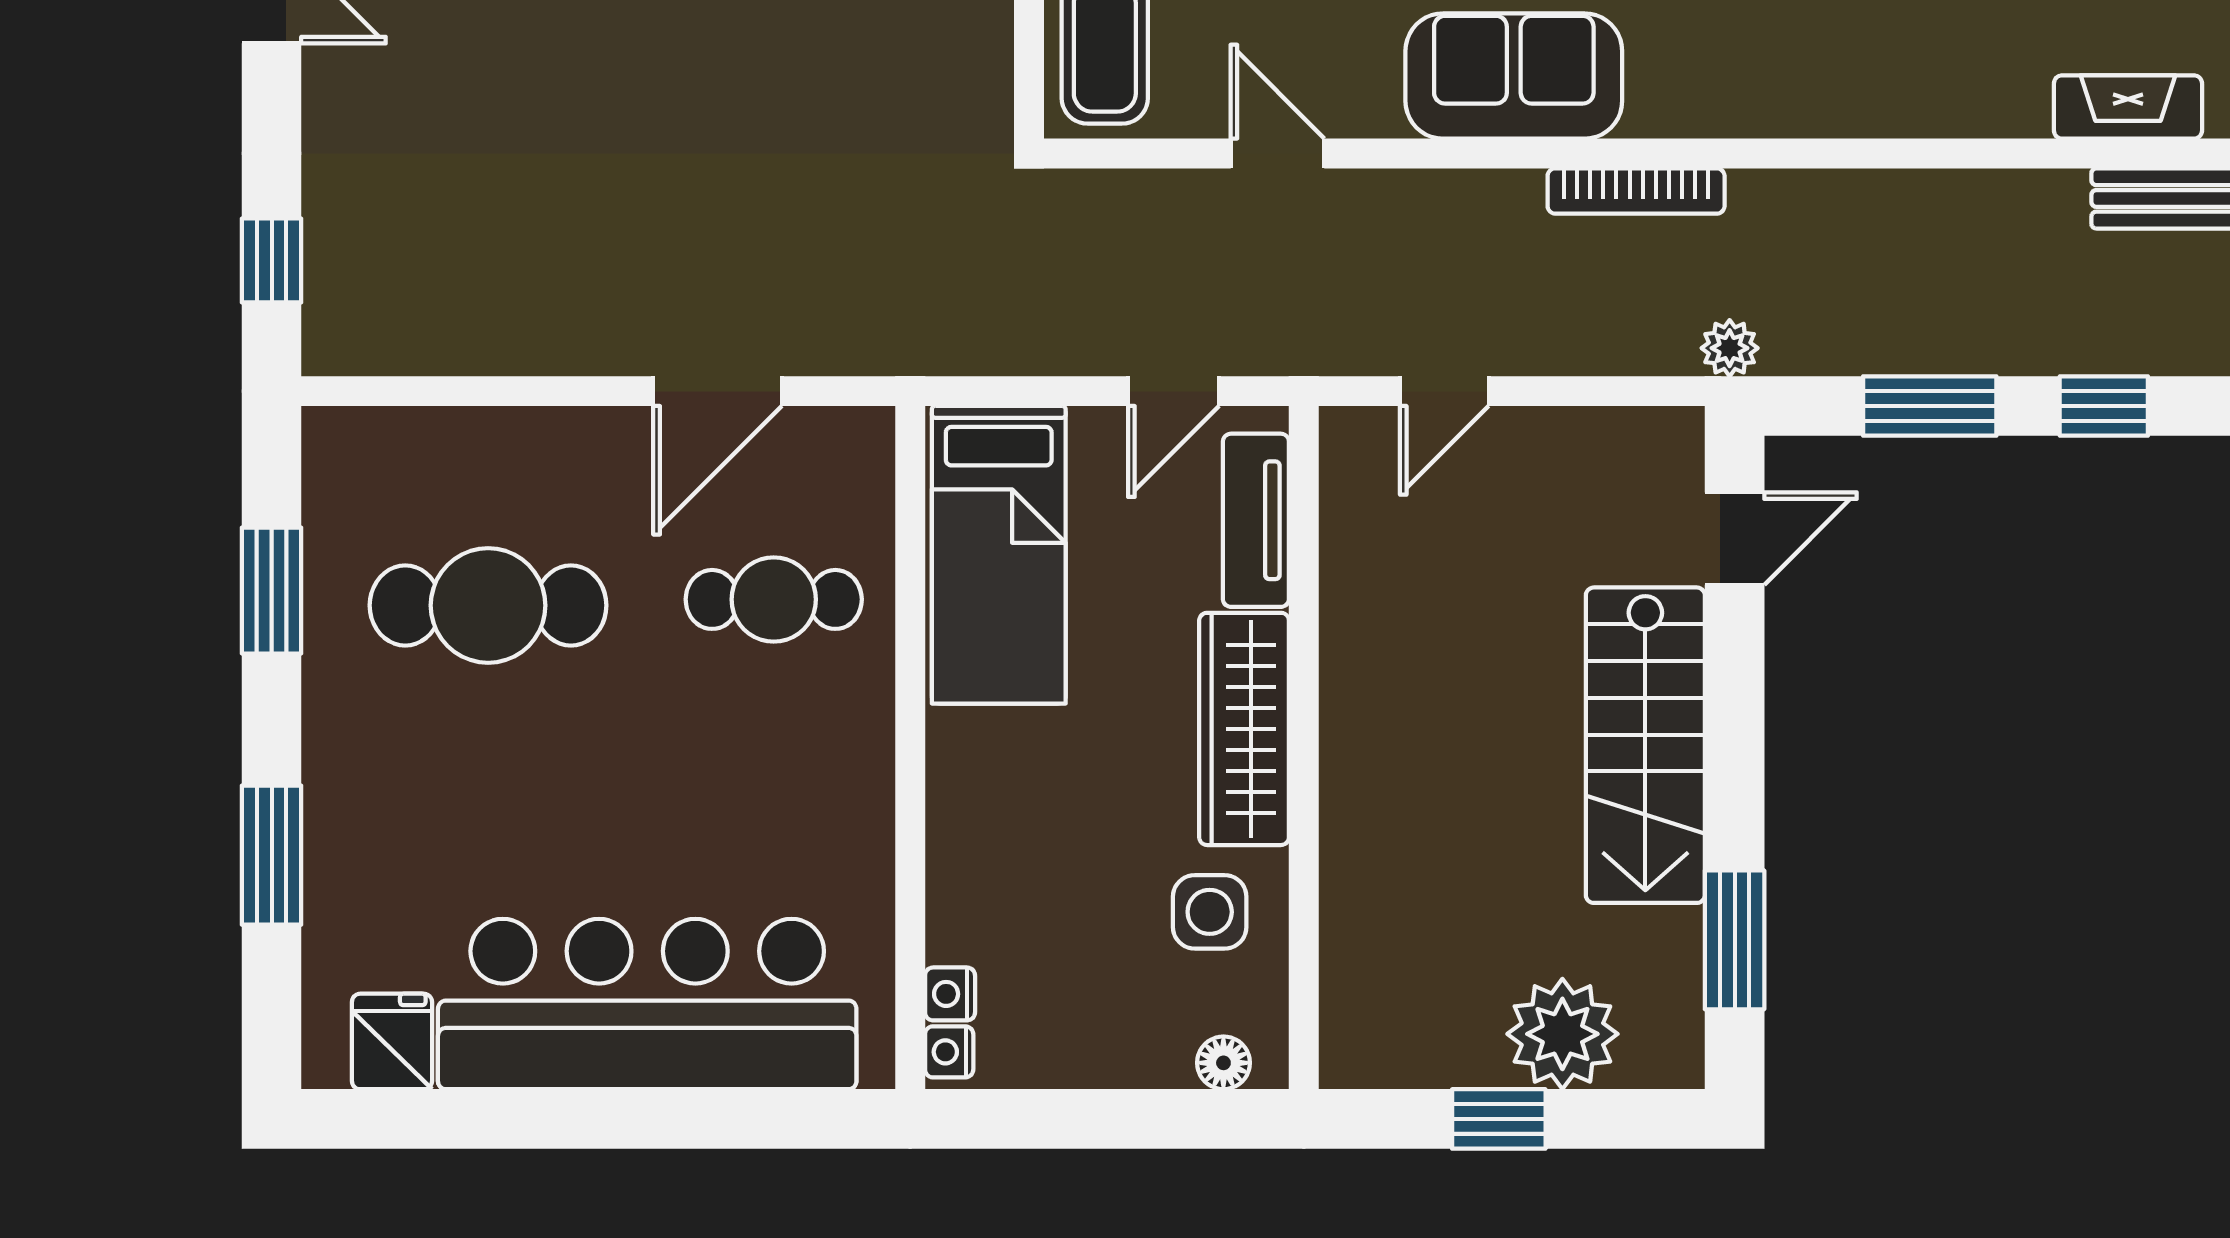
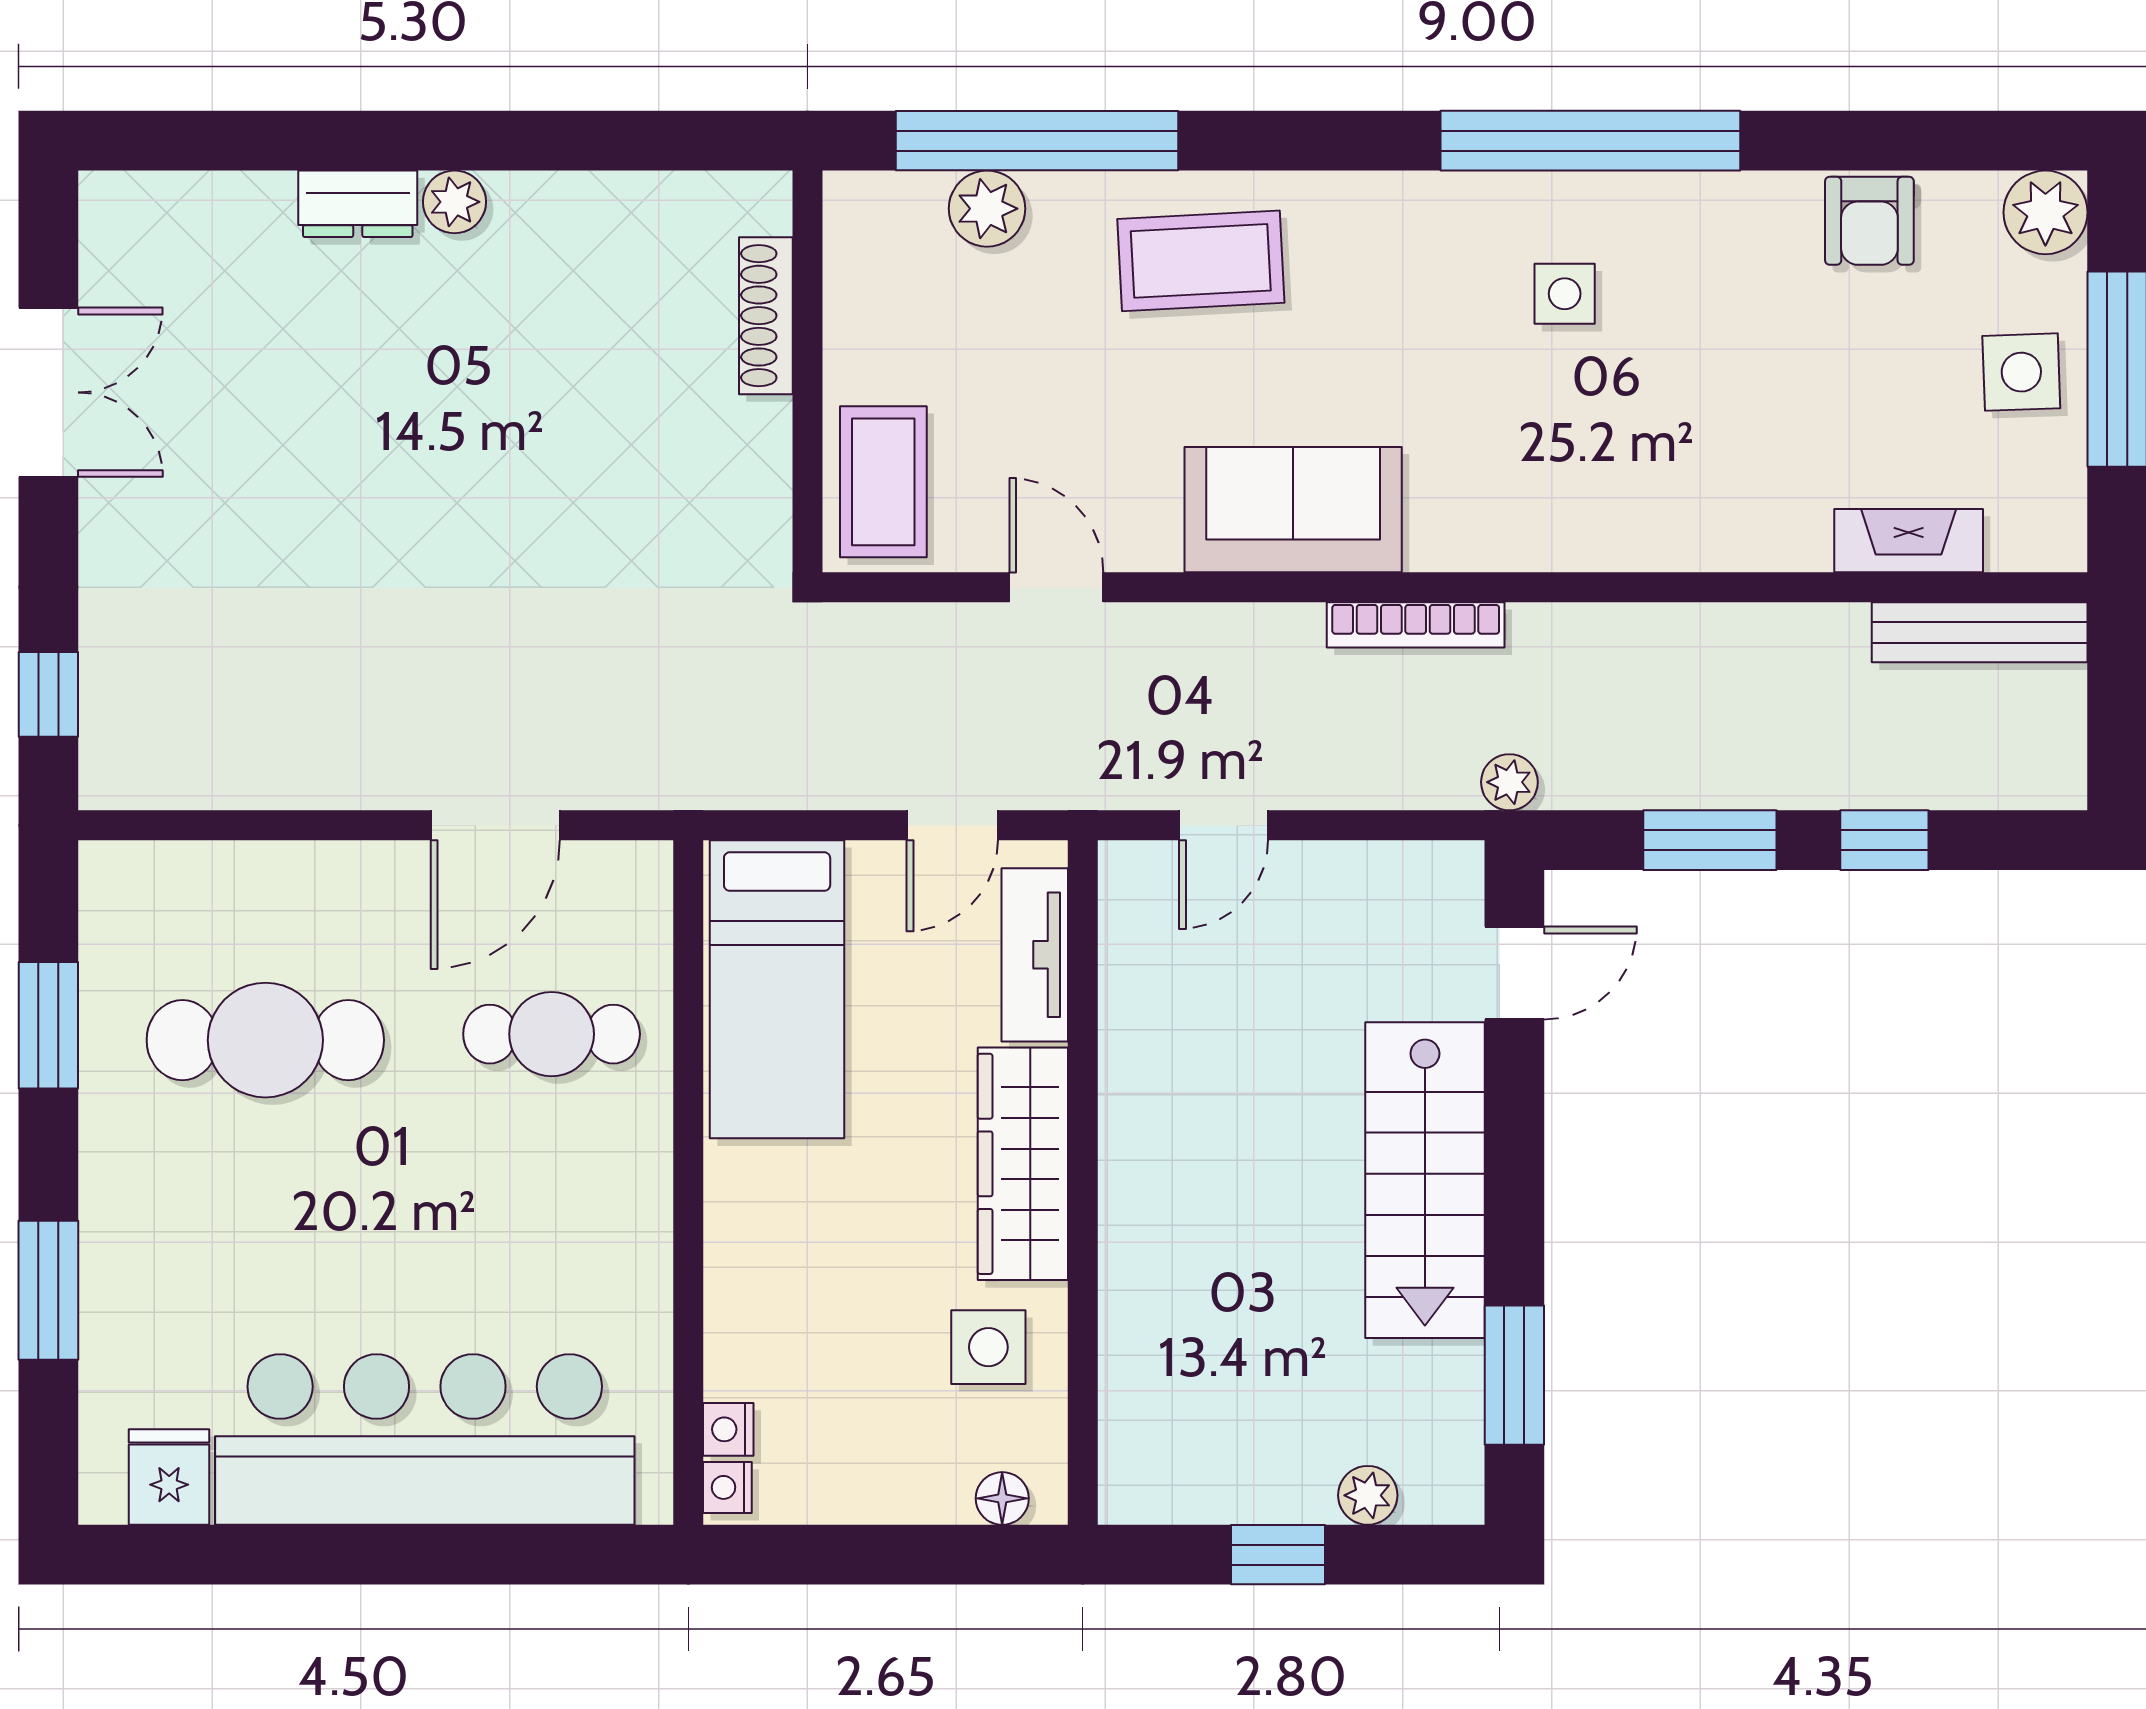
plant: (1562, 1034) -> (1368, 1495), width x0.53, depth x0.53

